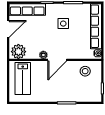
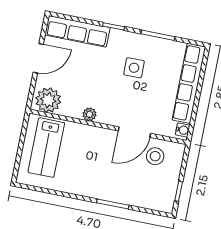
door: (57, 60) -> (134, 132), moved

